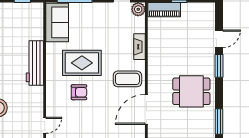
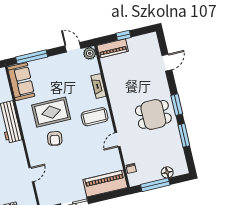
window: (219, 66) -> (177, 105), moved
armchair: (79, 92) -> (55, 138), turned 99
door: (146, 109) -> (117, 140), width x0.53

